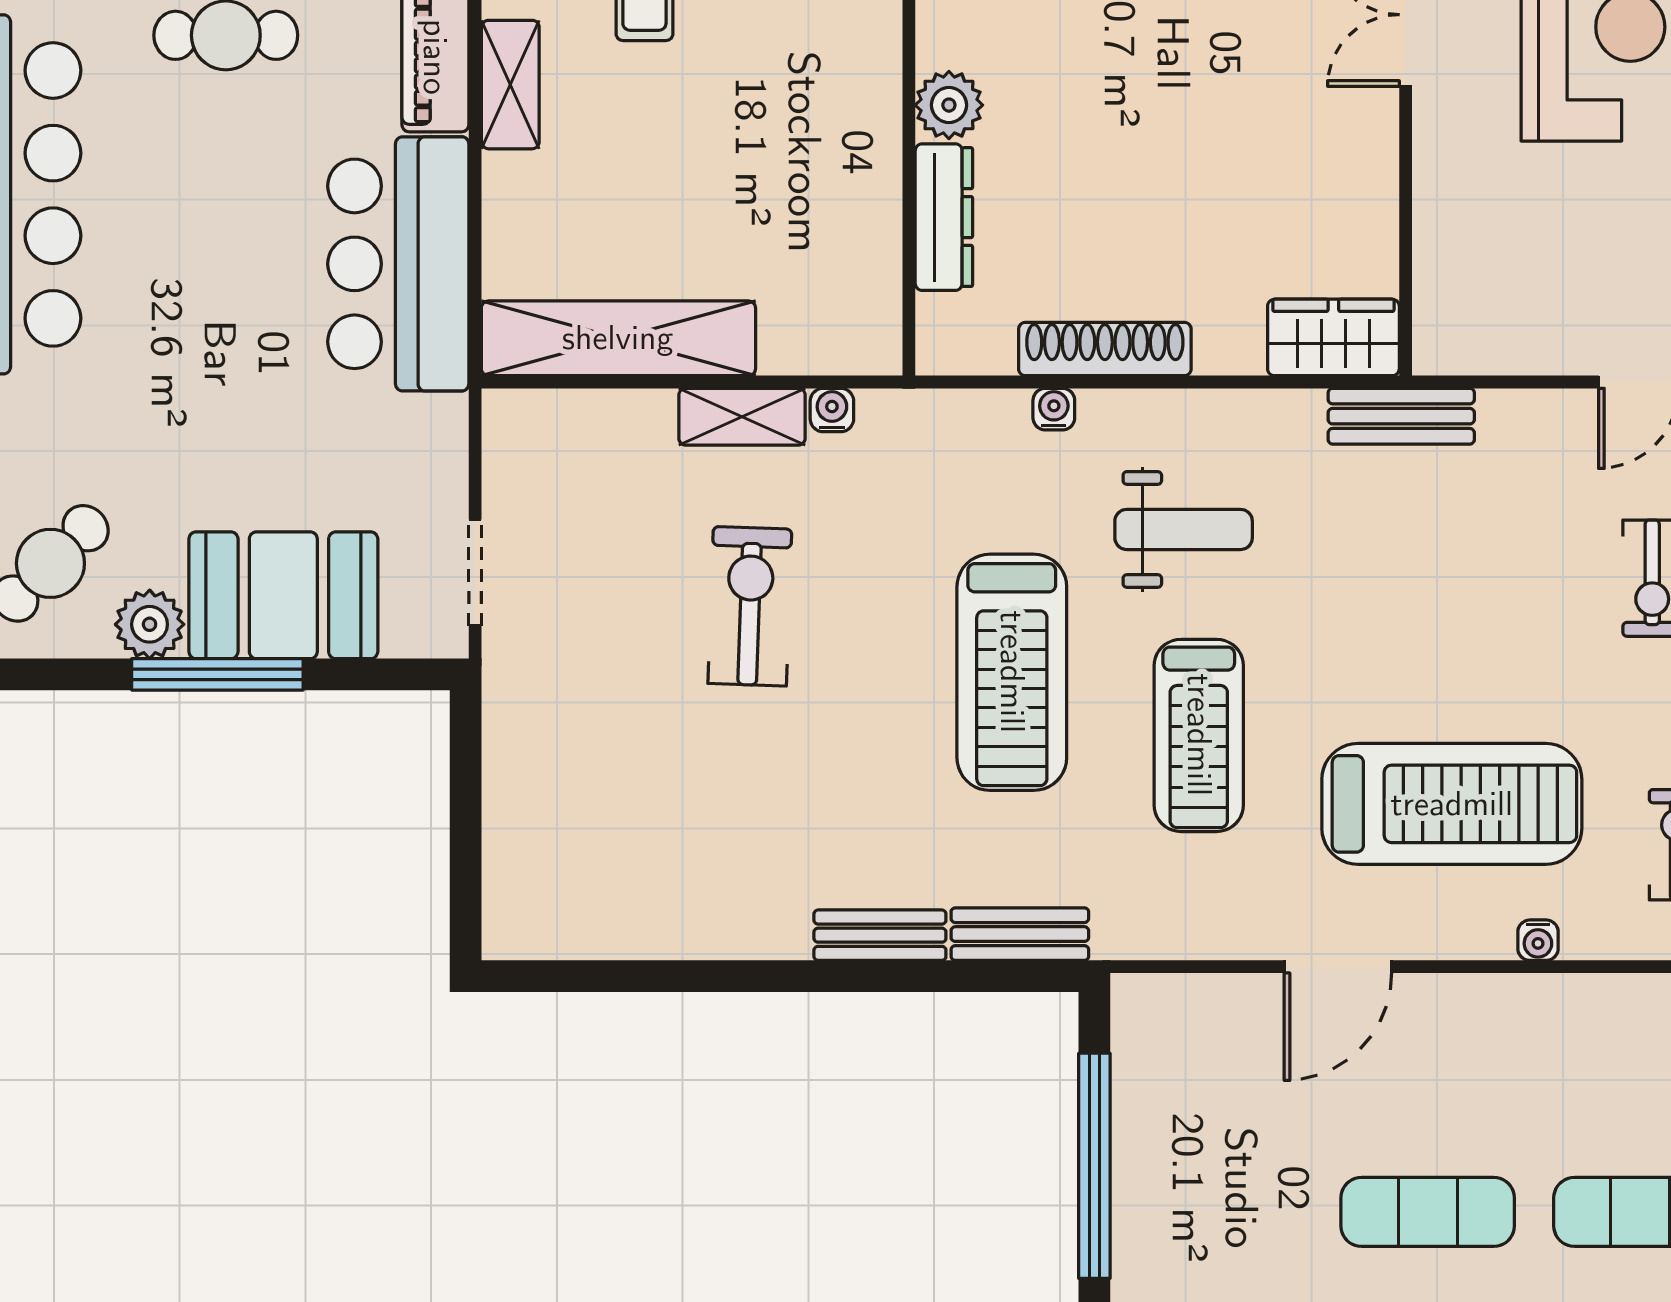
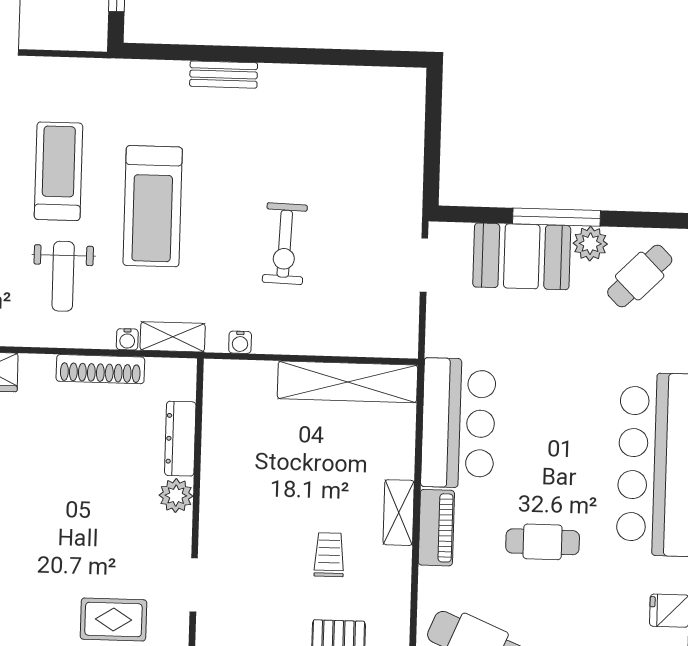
shelving: (742, 417) -> (173, 337), moved
weight bench: (1184, 529) -> (63, 276), turned -90
treadmill: (1012, 672) -> (153, 206), turned 180
bench: (1020, 934) -> (152, 73), removed

